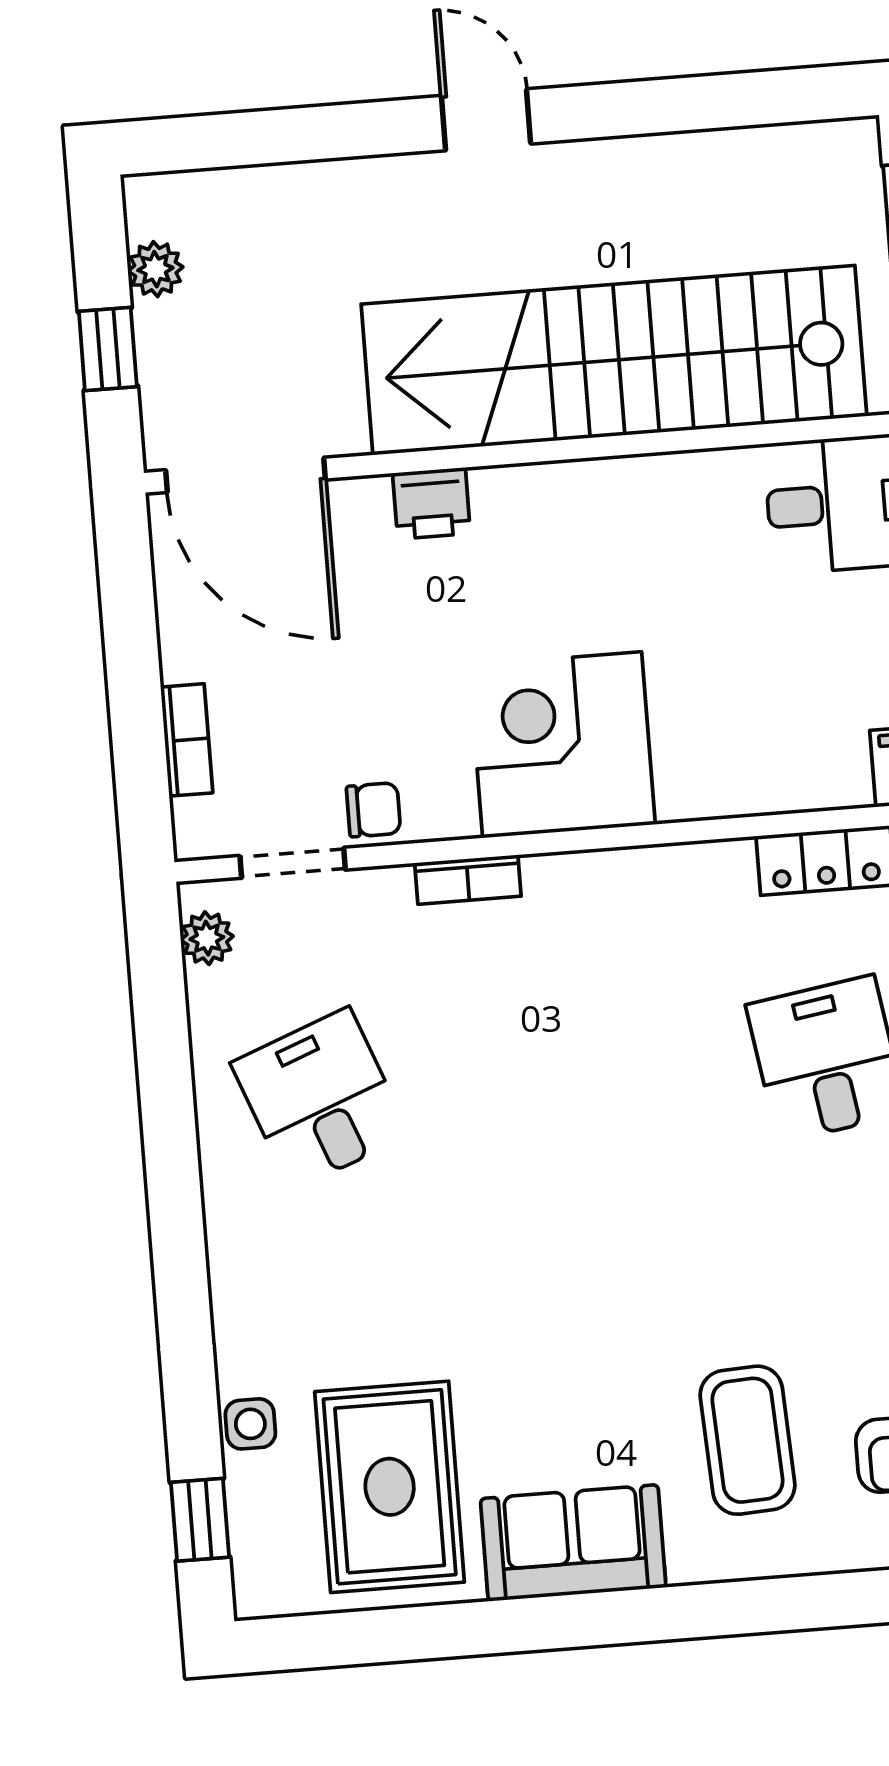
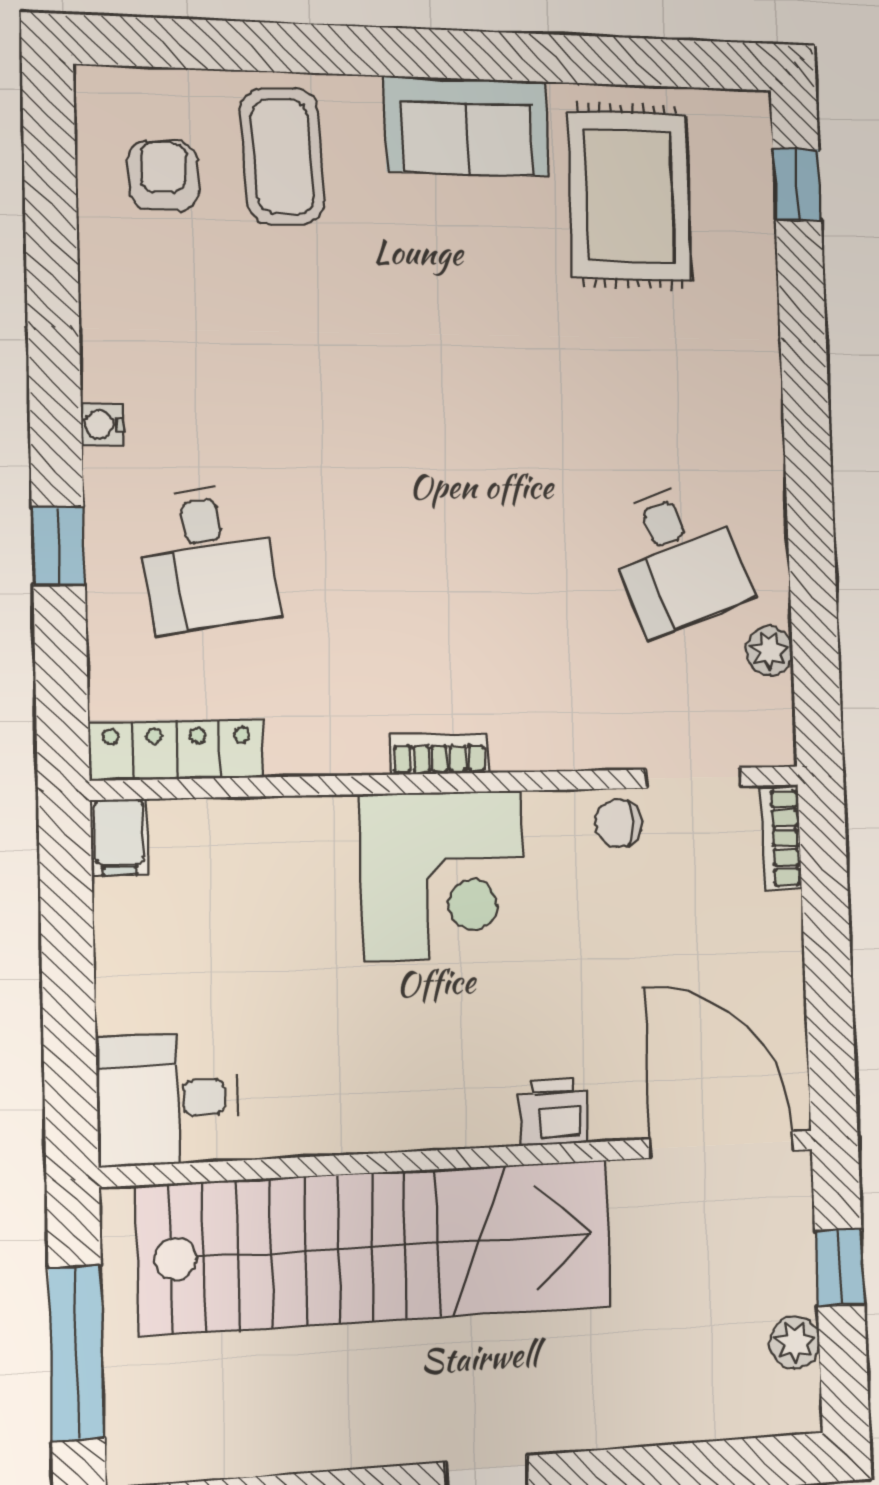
bookcase: (187, 740) -> (781, 838), moved
bookcase: (468, 880) -> (439, 754), moved
plant: (207, 938) -> (769, 651), moved
side table: (250, 1424) -> (750, 266), removed
coffee table: (748, 1440) -> (283, 156), moved

